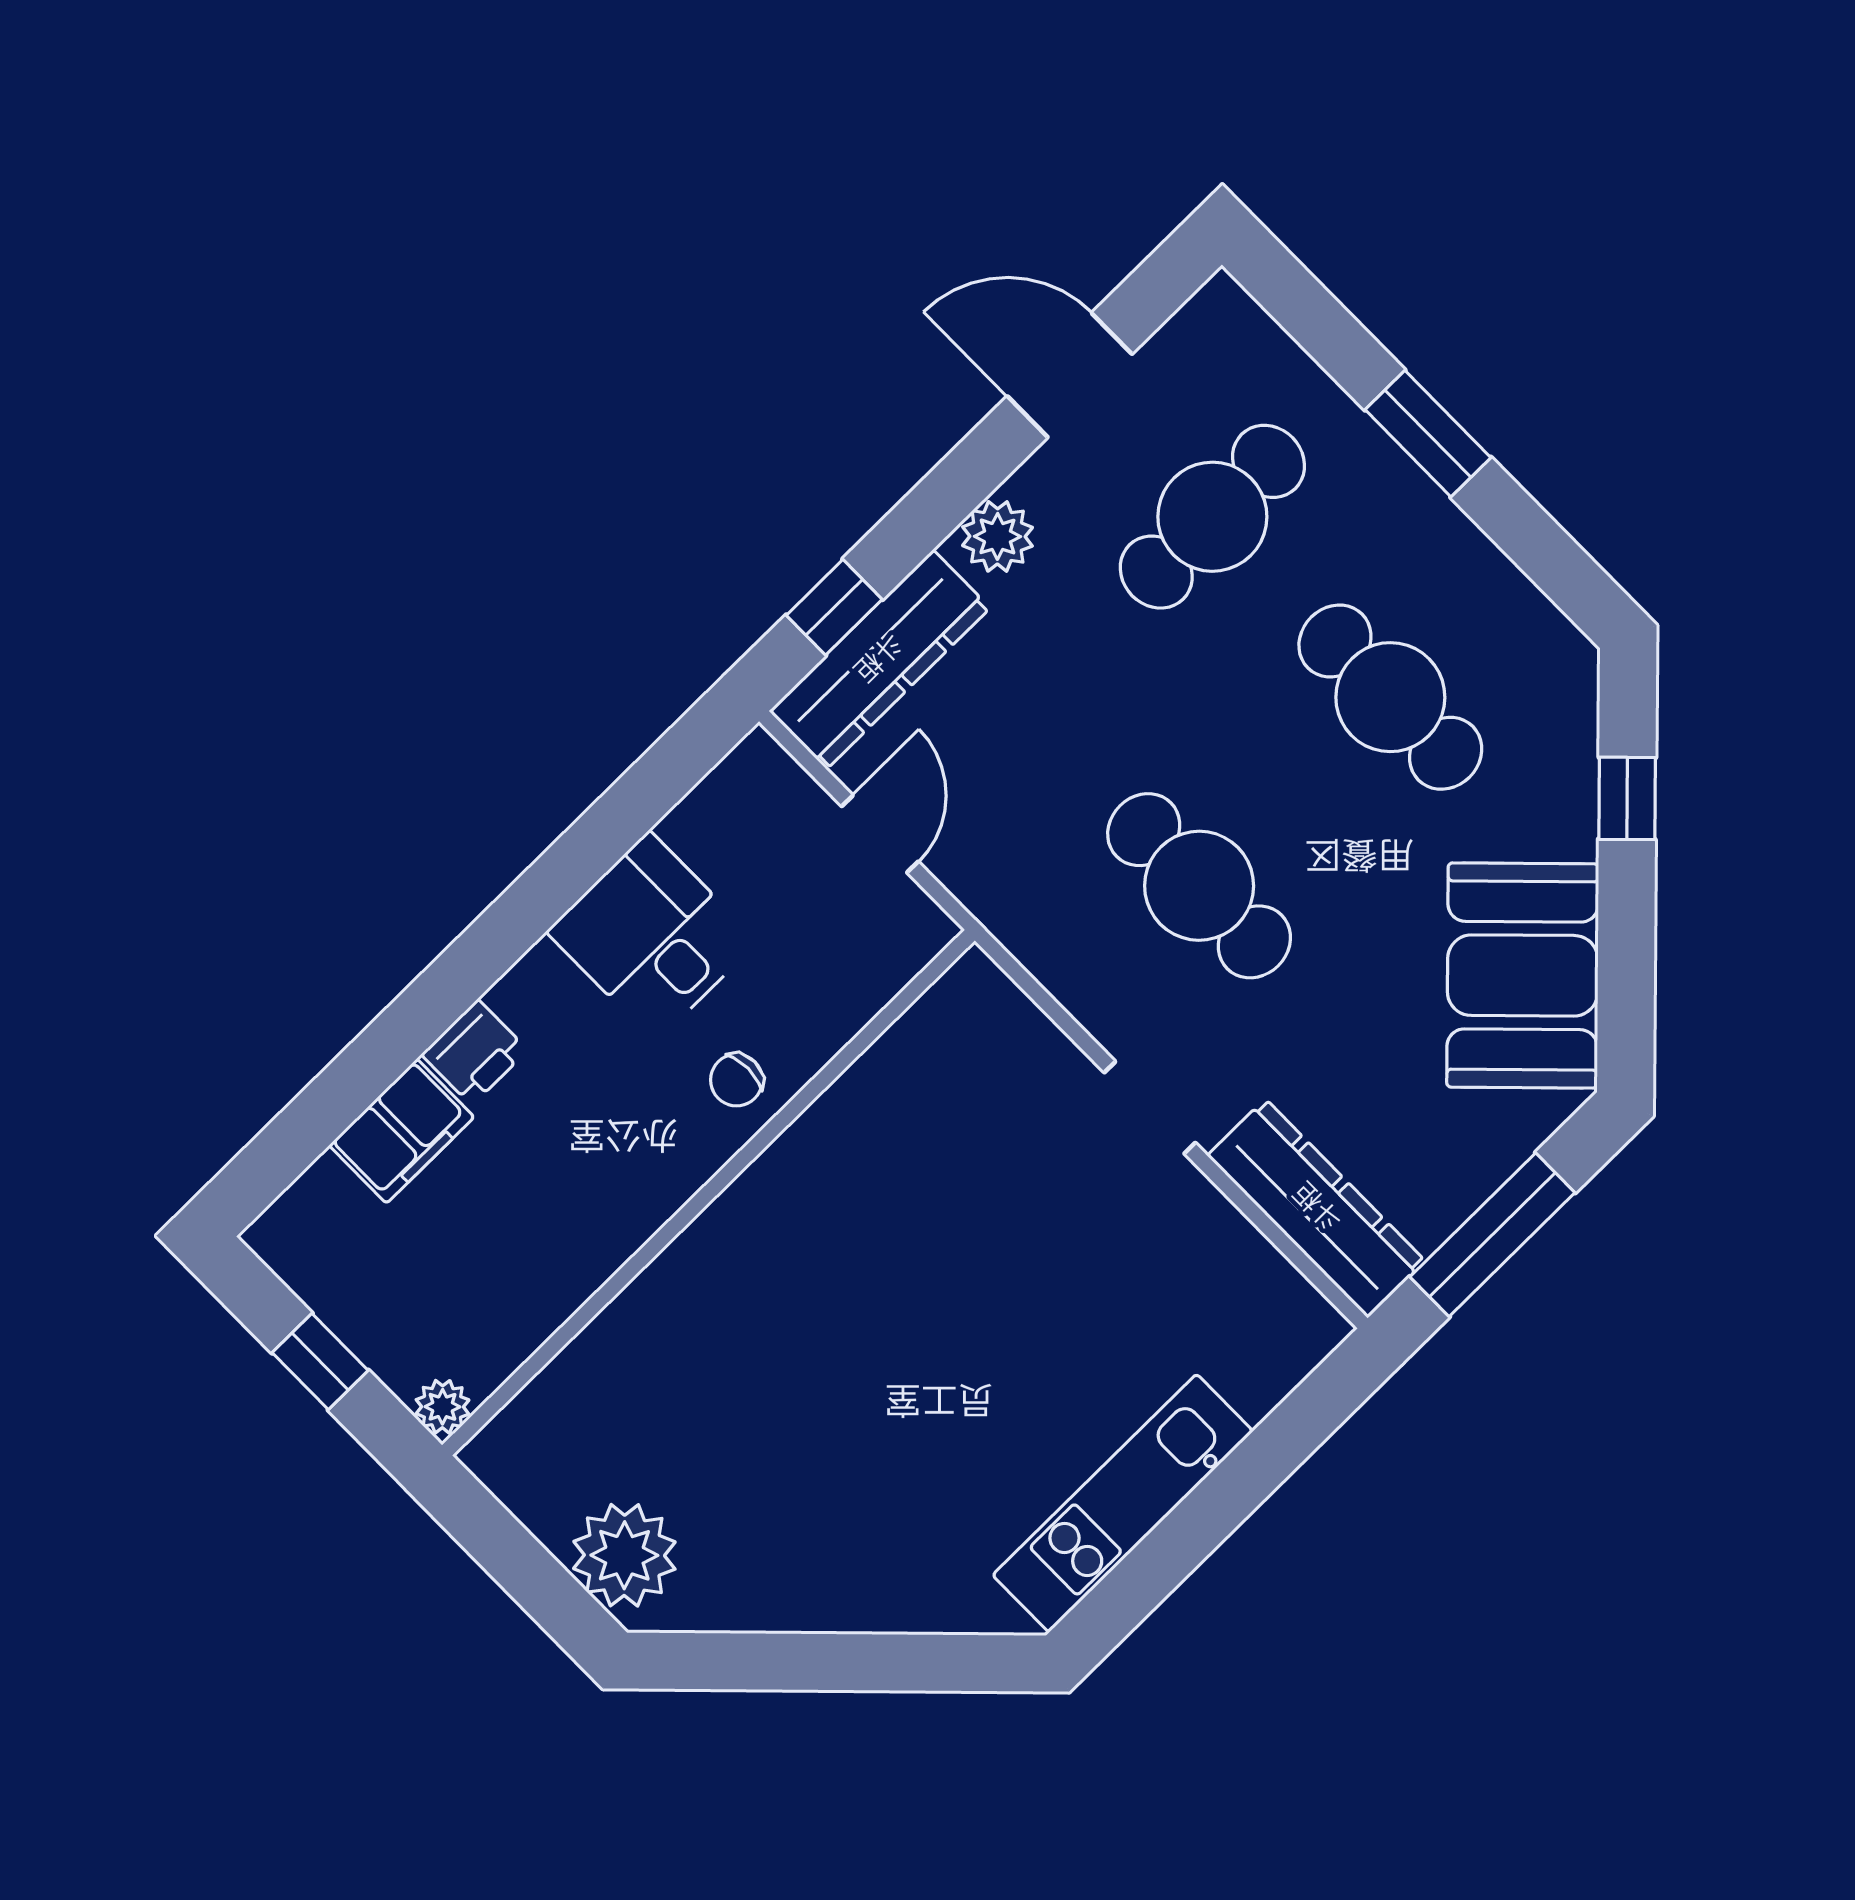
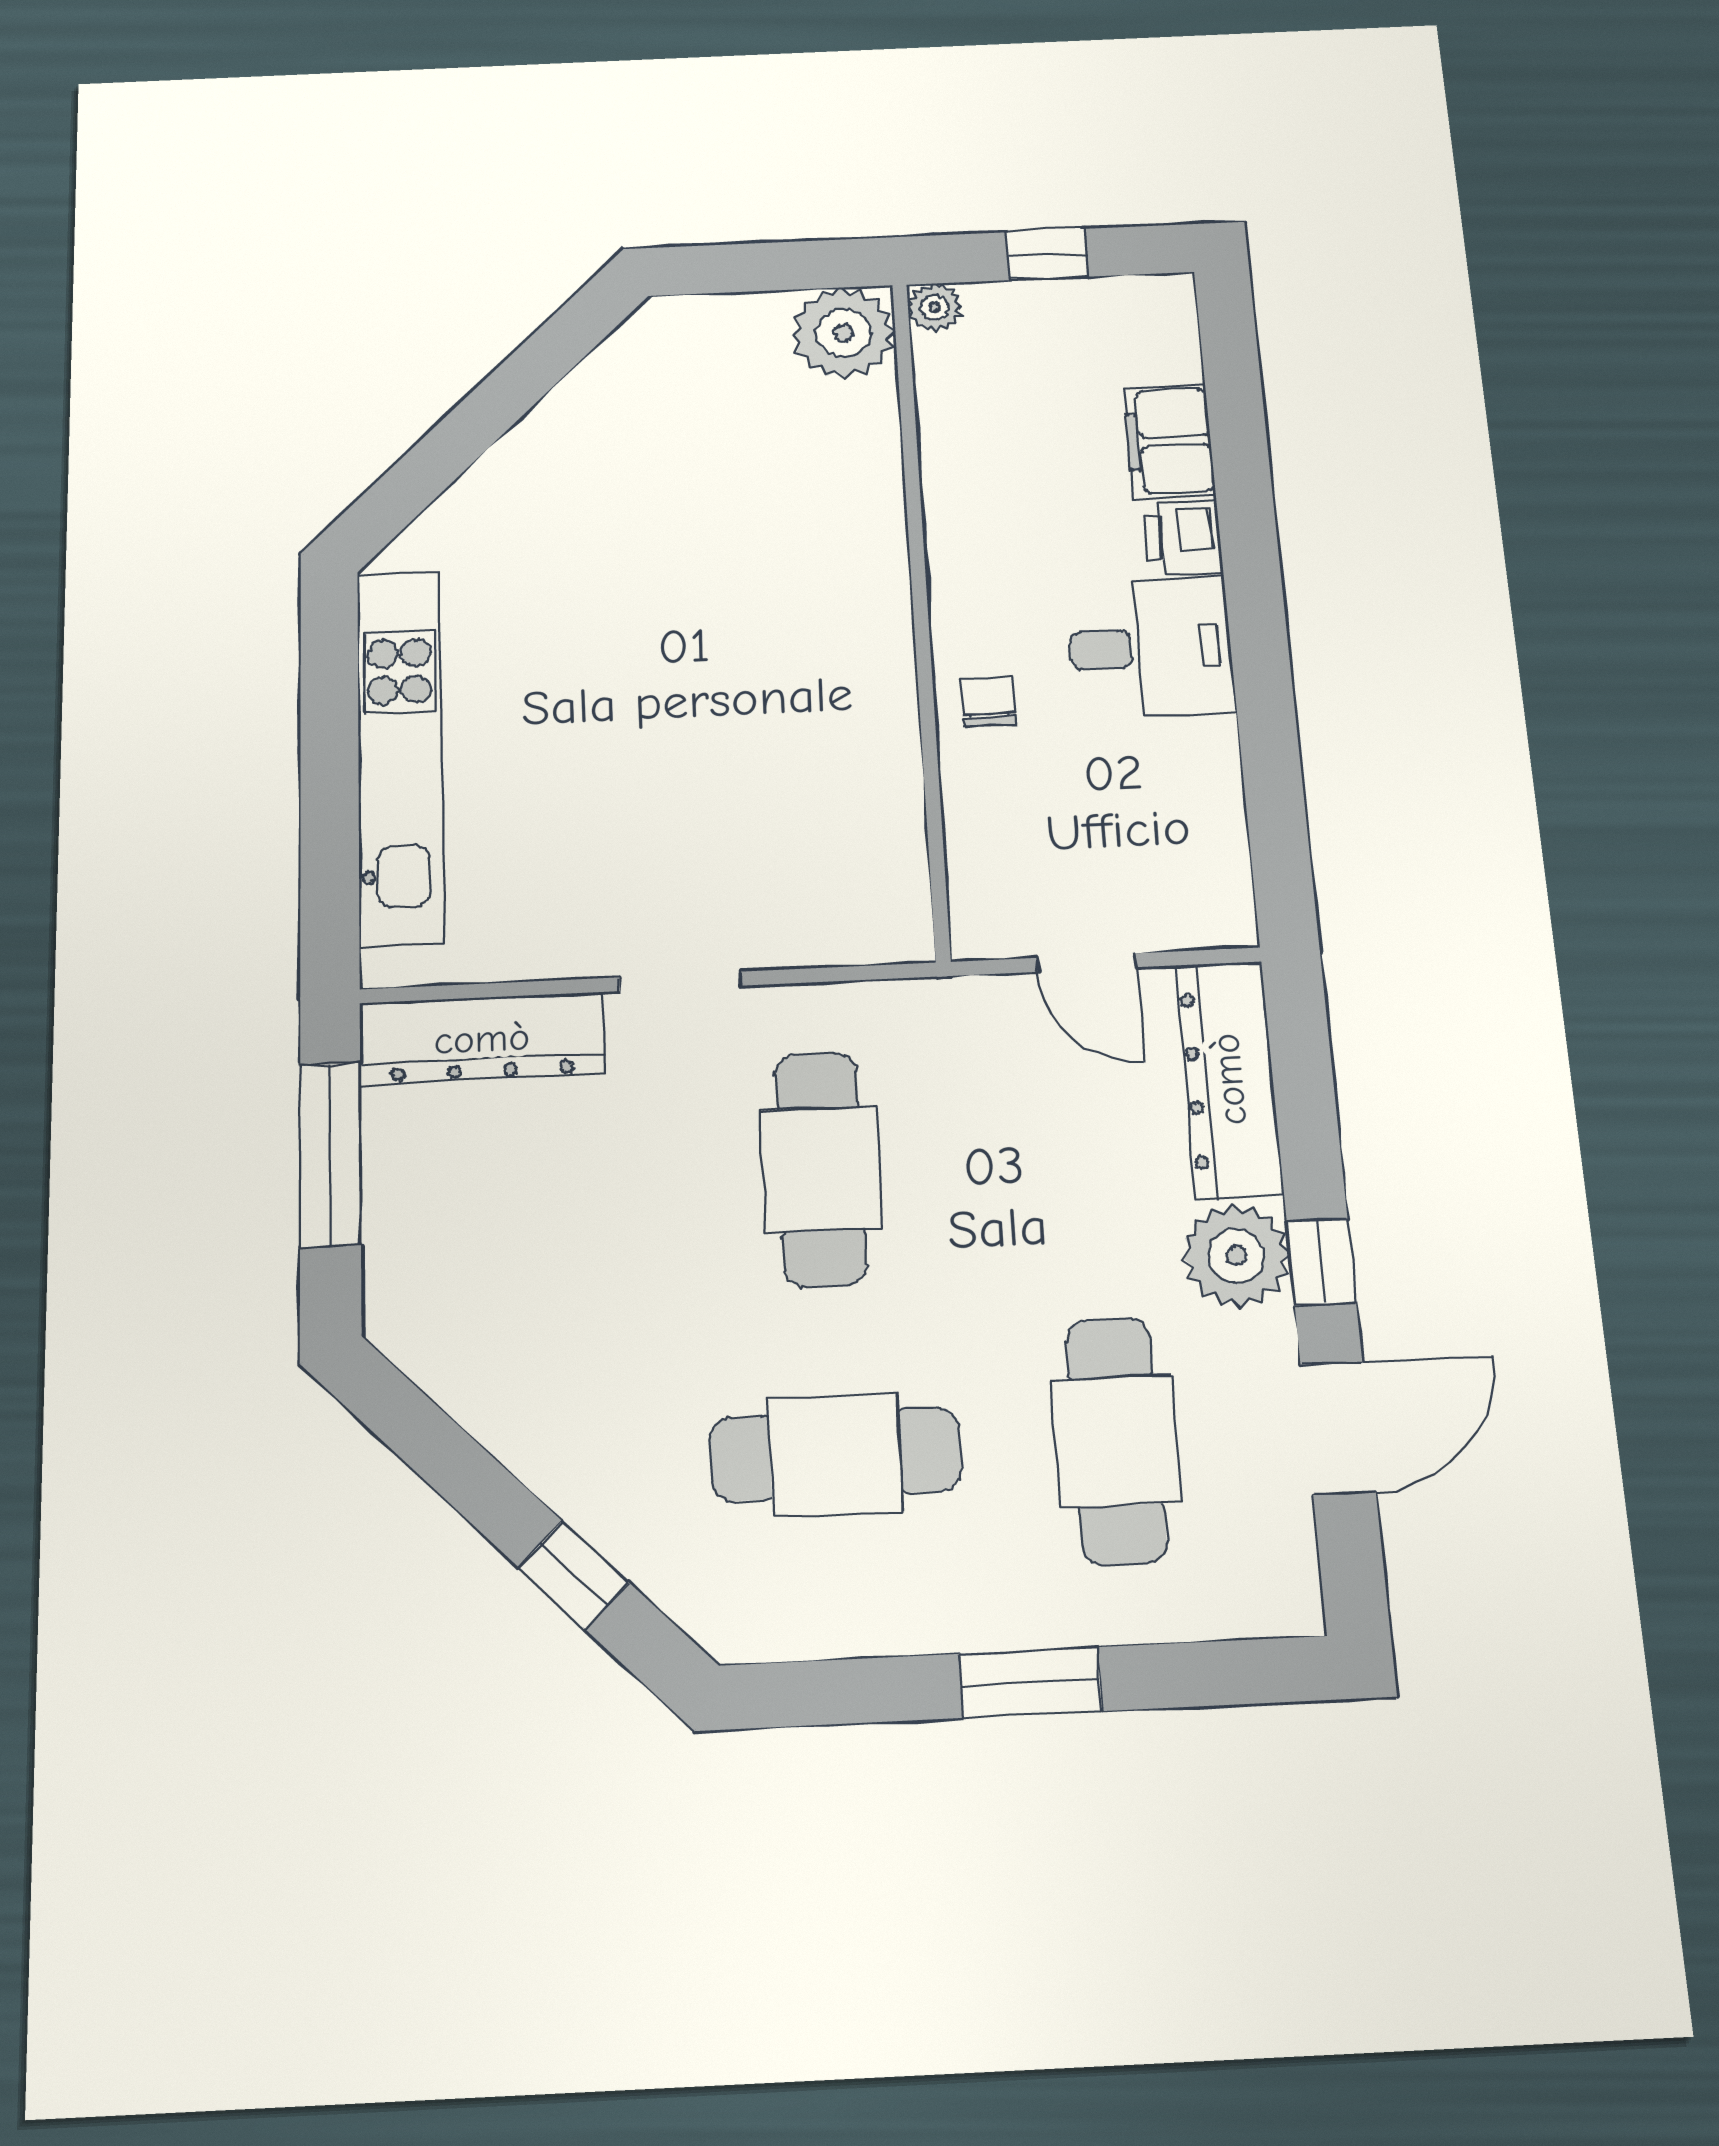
plant: (997, 536) -> (1236, 1256), width x1.36, depth x1.36
window: (834, 607) -> (1321, 1262), moved
cafe table: (1199, 886) -> (821, 1169), turned 90
desk: (652, 936) -> (1150, 648), moved
booth: (1523, 975) -> (510, 1360), removed
kitchen unit: (1123, 1503) -> (400, 756), width x1.36
plant: (624, 1555) -> (843, 333), moved

